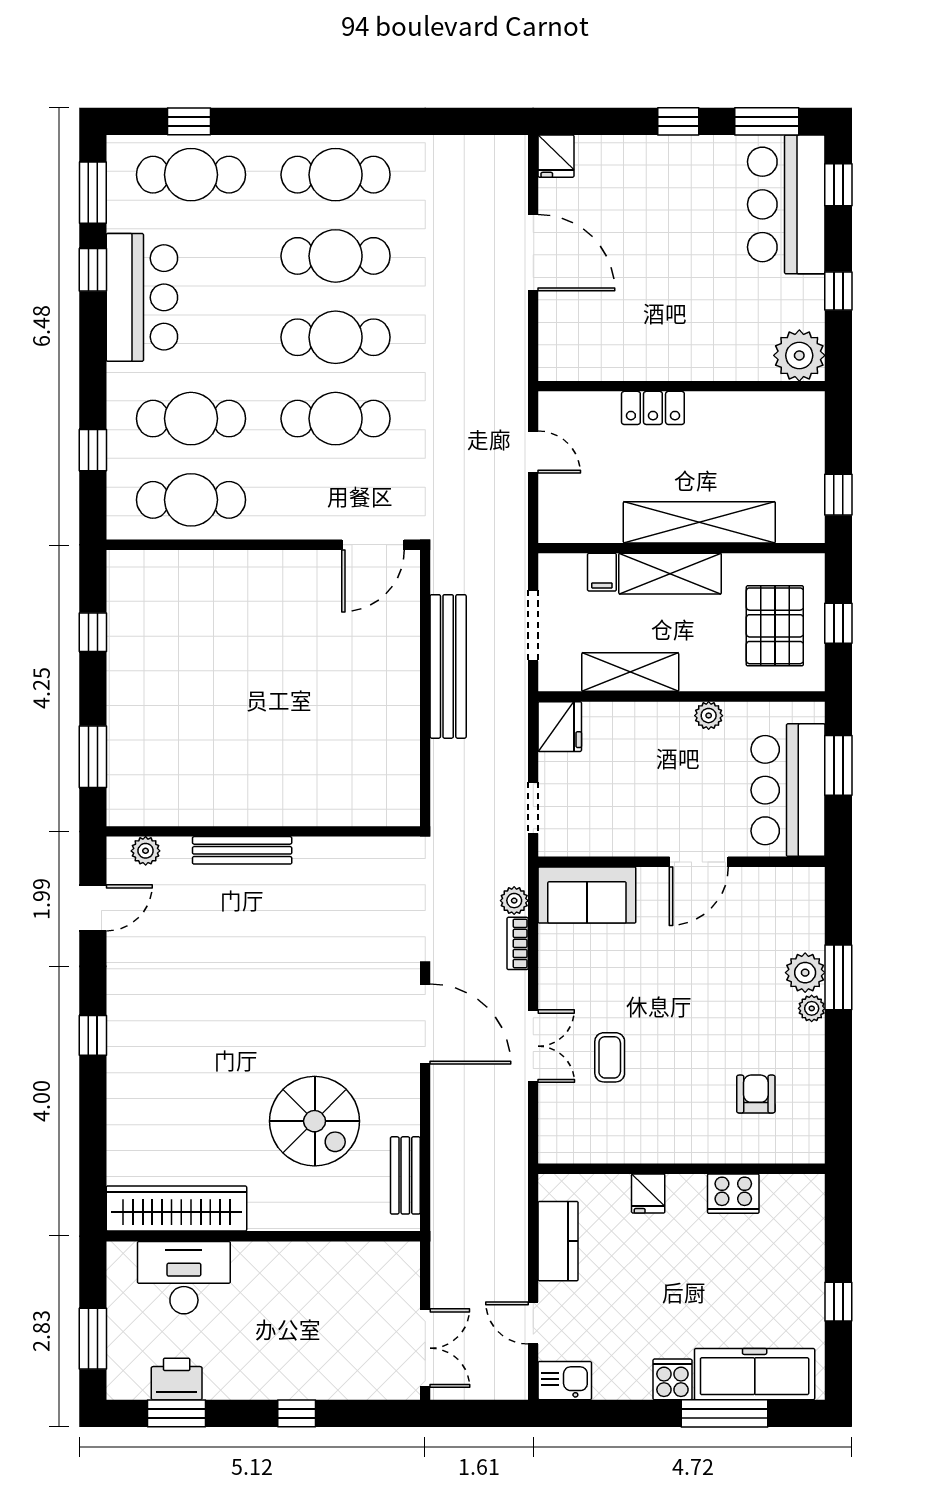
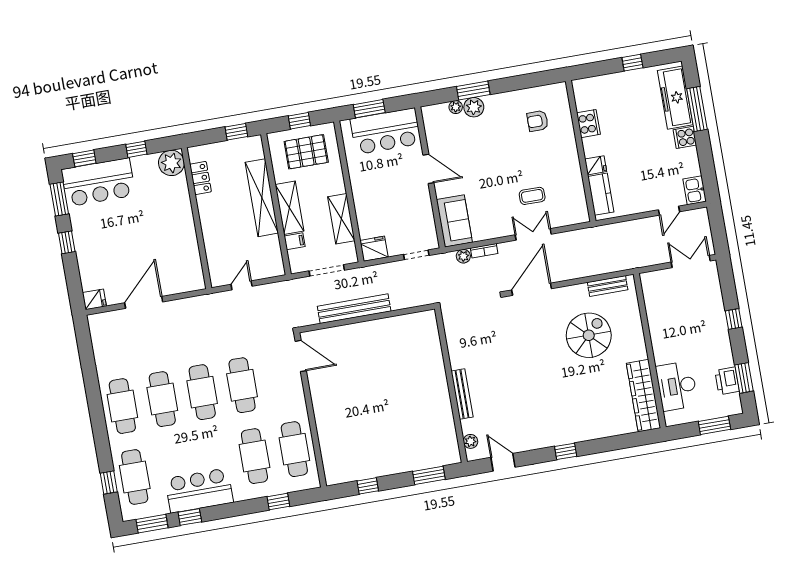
locker: (653, 408) -> (201, 178), moved
plant: (709, 716) -> (356, 177), removed
plant: (812, 1008) -> (456, 107), moved
kitchen counter: (558, 1241) -> (601, 194), moved, turned 90

